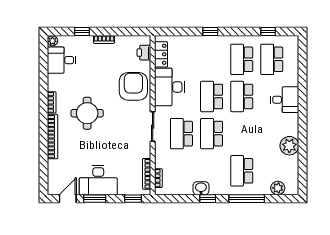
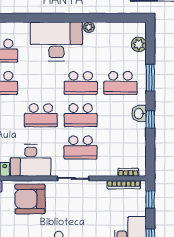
school desk: (242, 96) -> (81, 83), moved
desk: (285, 100) -> (56, 41), width x1.87, depth x1.30
plant: (289, 146) -> (89, 27), width x0.53, depth x0.53
washbasin: (201, 188) -> (139, 114), moved
window: (247, 199) -> (150, 78), width x0.69

